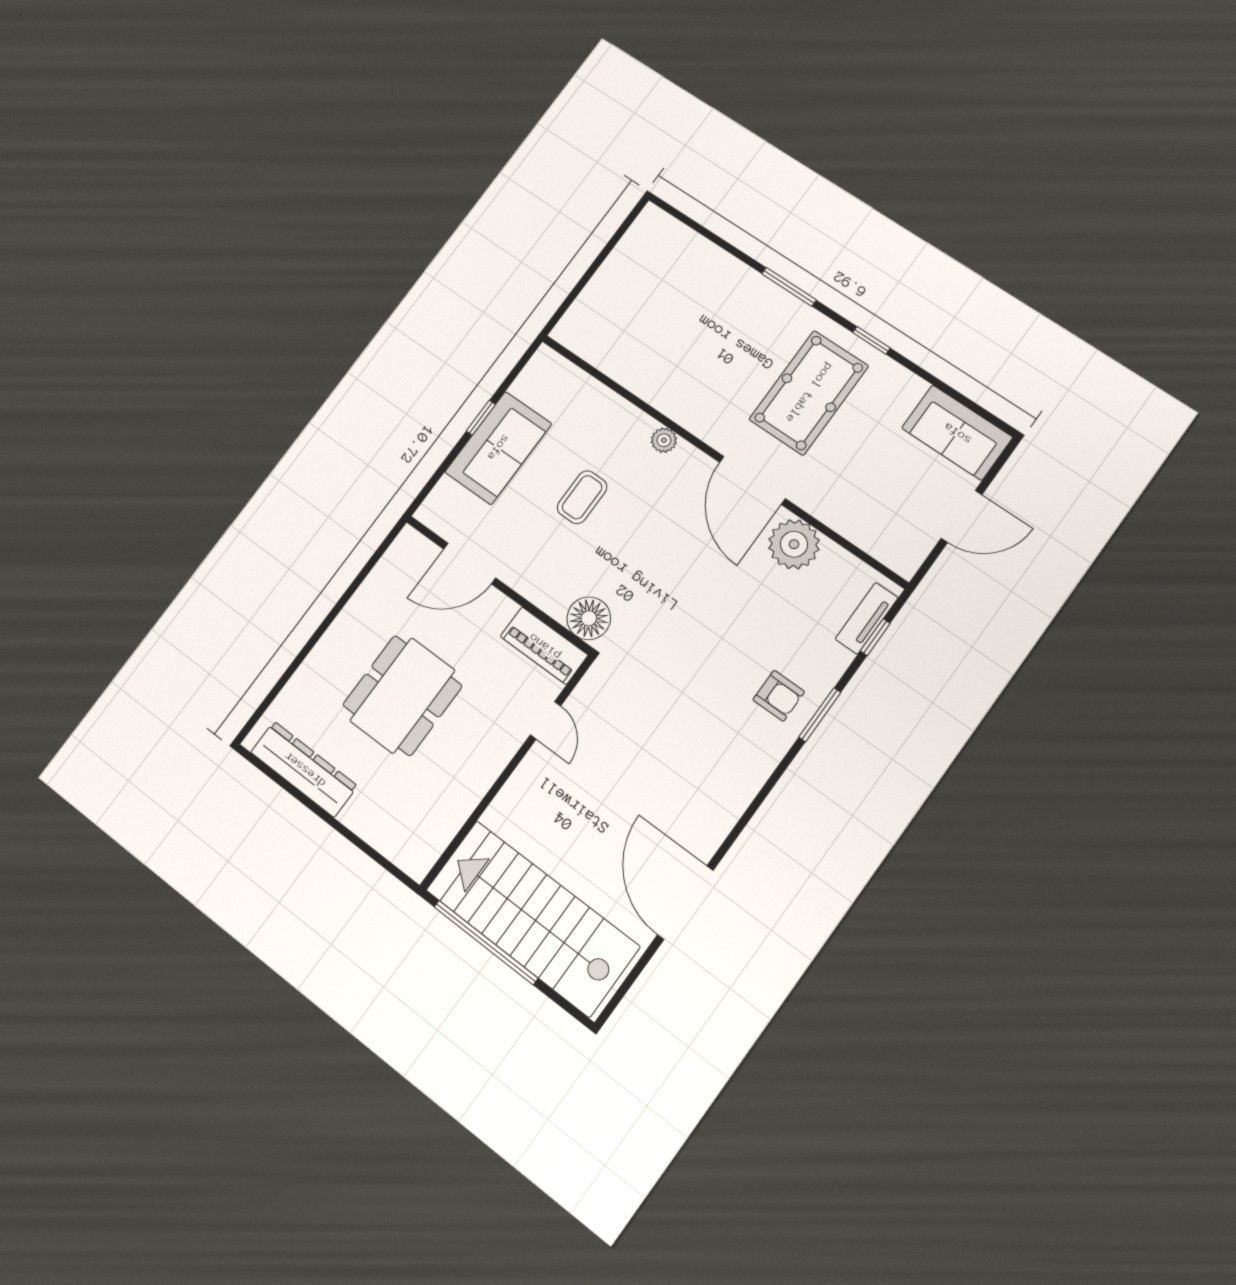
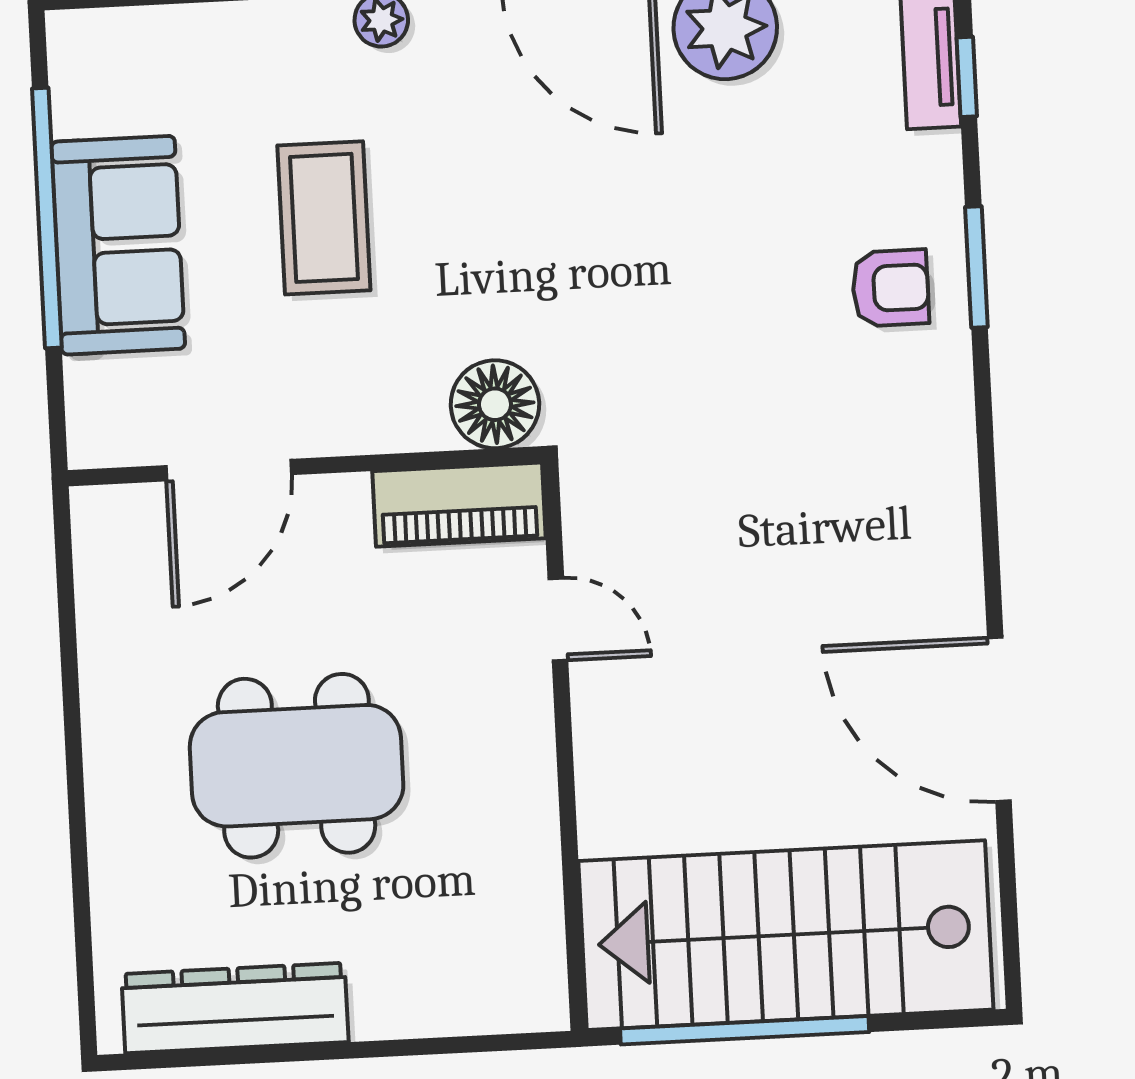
window: (481, 418) -> (47, 218), width x3.17
coffee table: (582, 497) -> (324, 218), width x1.36, depth x1.30
dining table: (402, 695) -> (297, 766), turned 90

